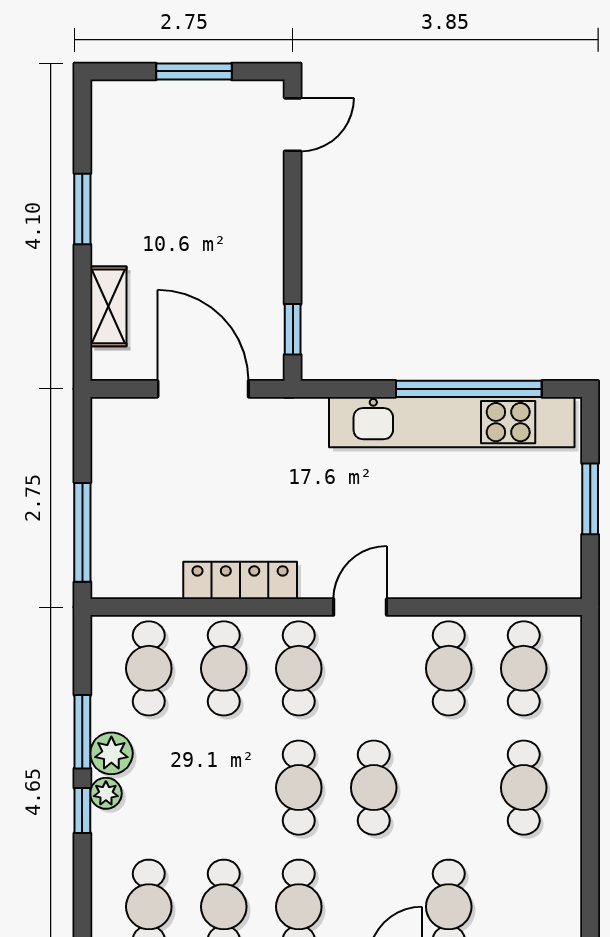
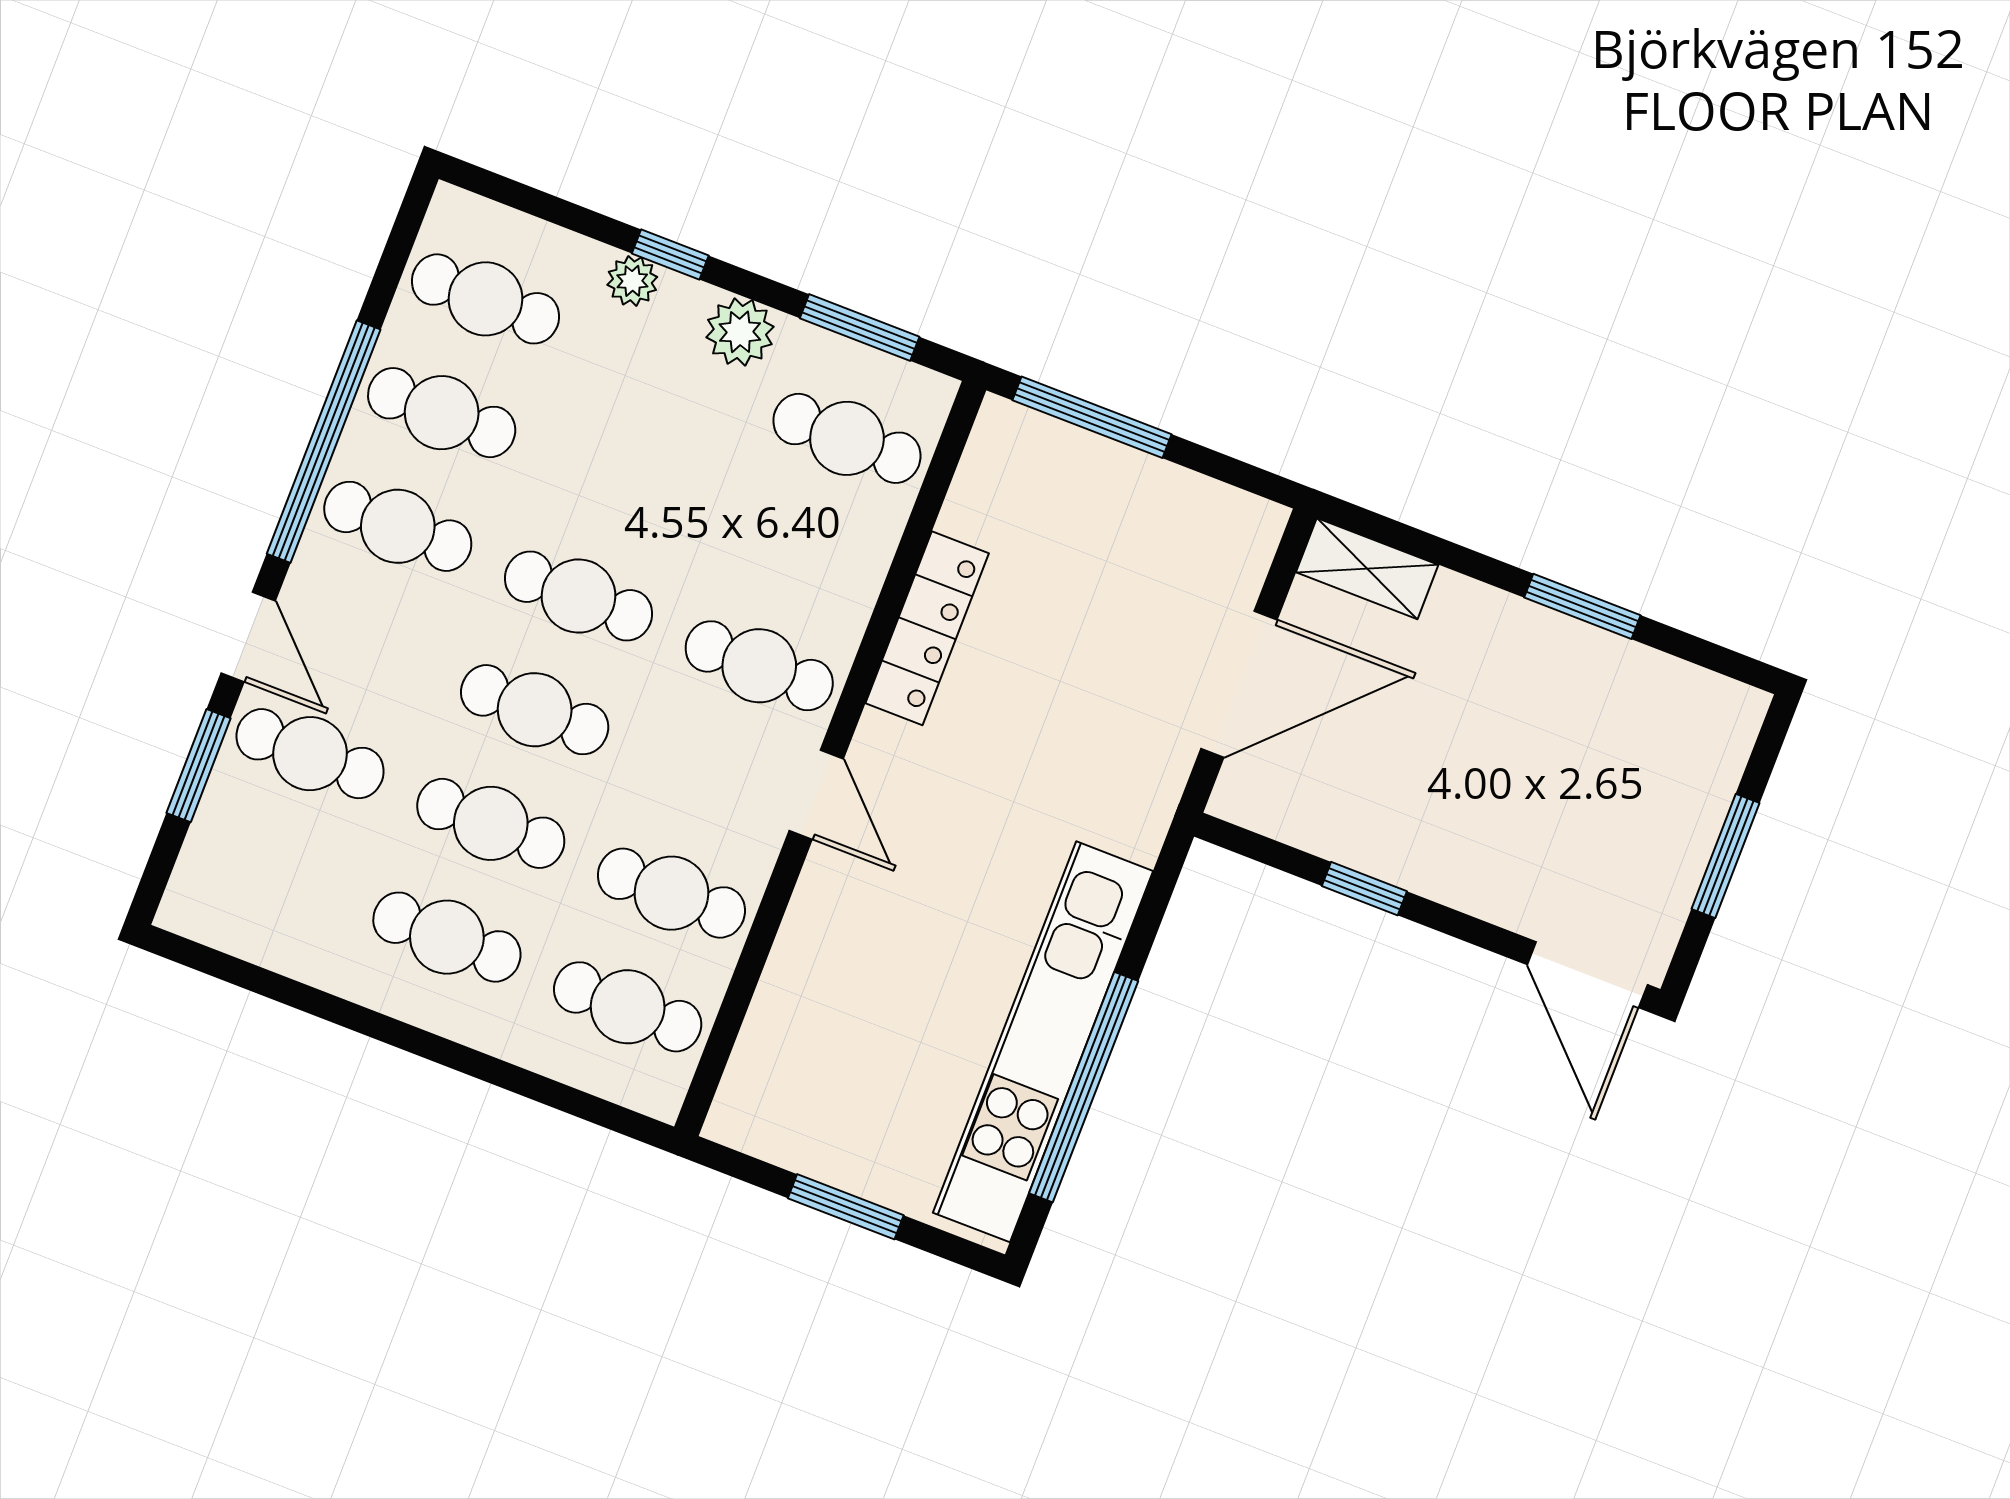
door: (293, 125) -> (1587, 975), width x1.38
shelving: (108, 306) -> (1367, 569), moved
window: (293, 329) -> (1364, 889), moved
cafe table: (224, 668) -> (491, 823), moved
window: (82, 732) -> (860, 328), moved
plant: (106, 793) -> (632, 281), moved

